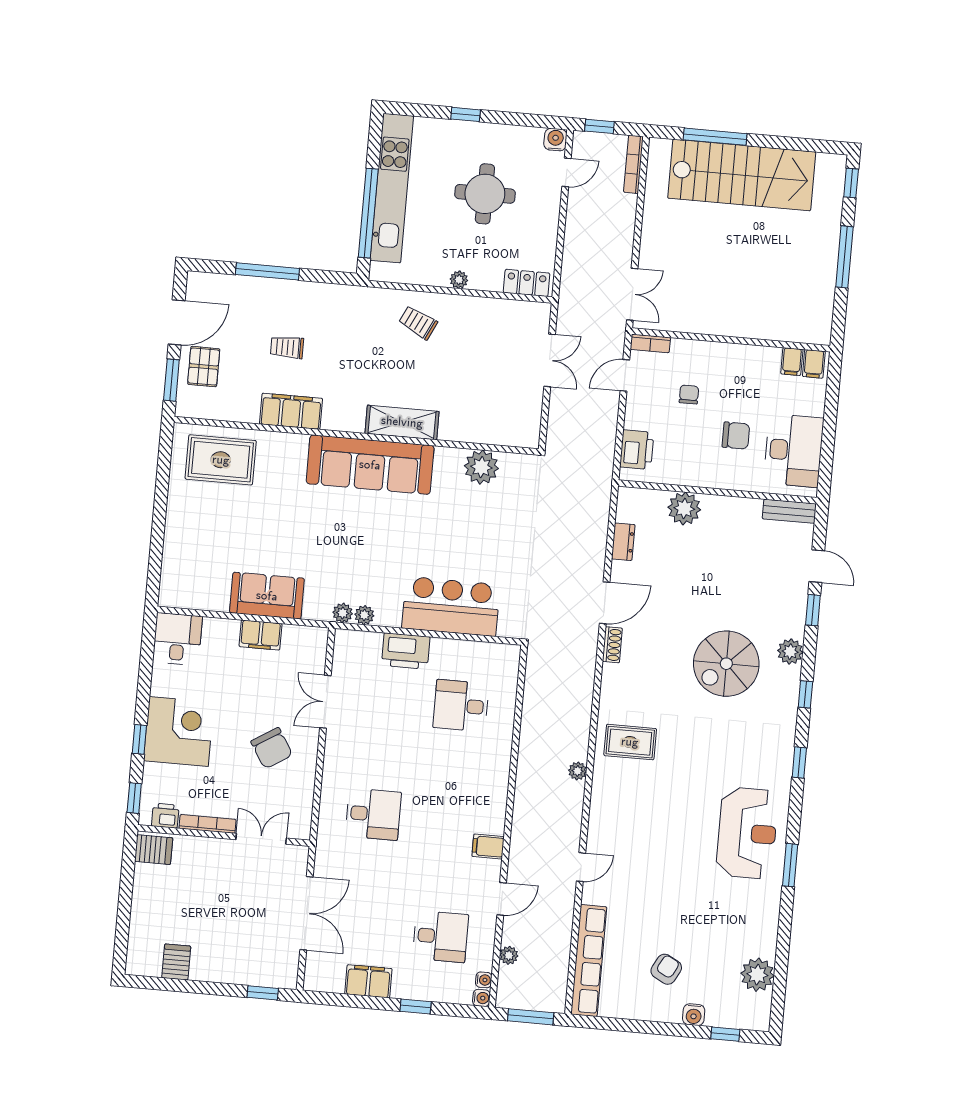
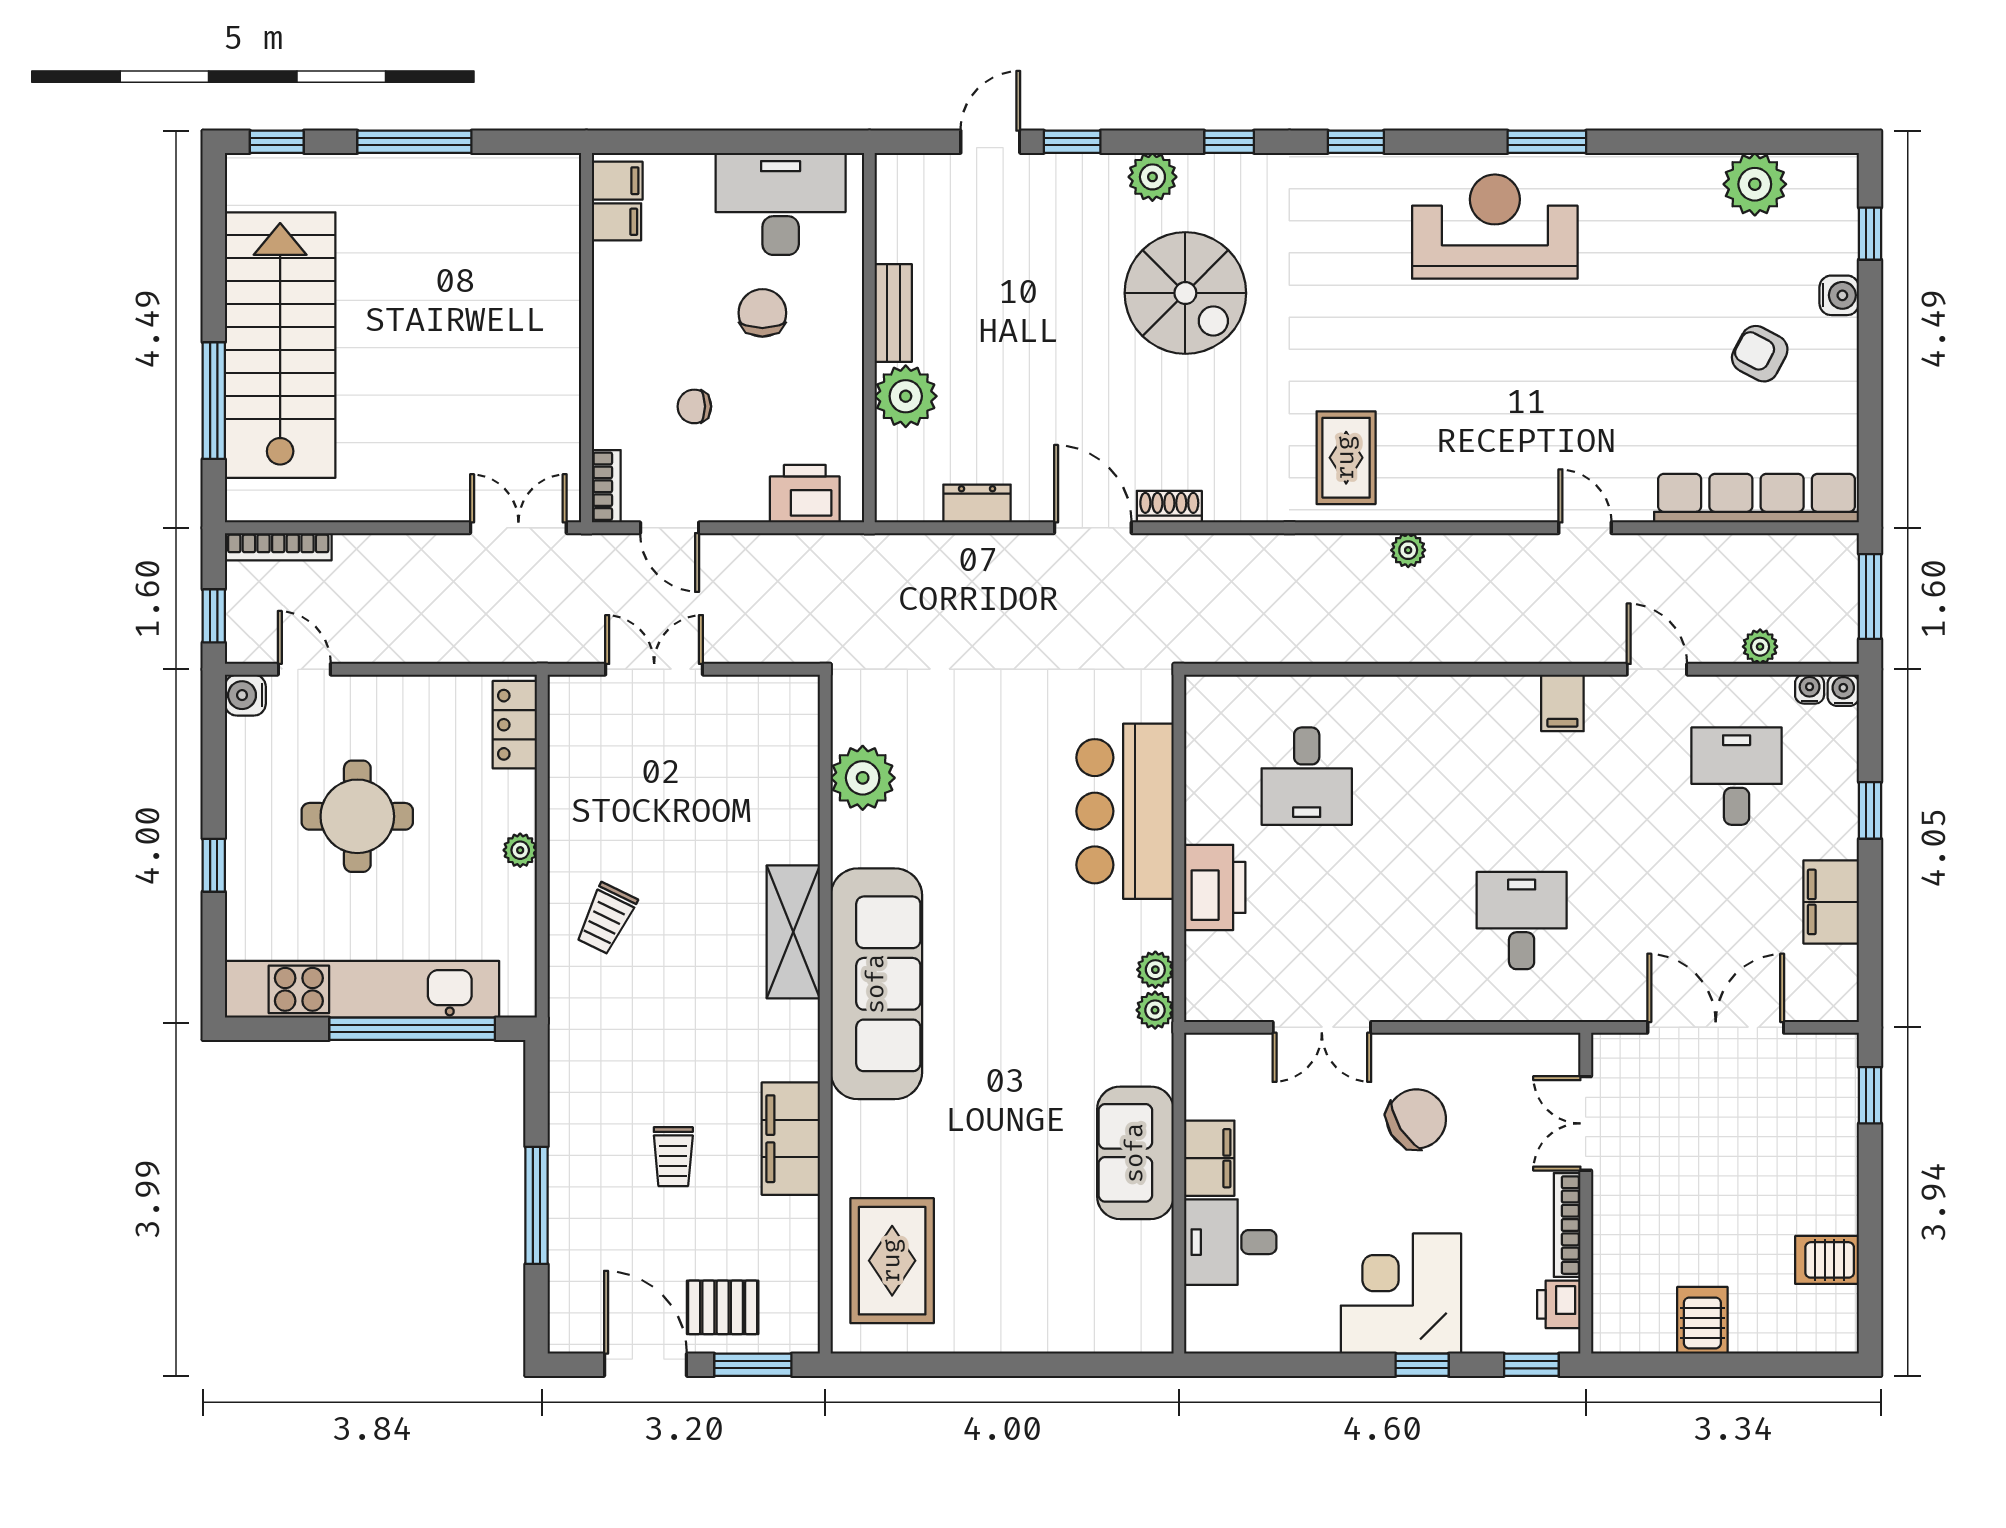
bench: (789, 511) -> (893, 313), moved
desk: (177, 639) -> (1230, 1242), moved
server rack: (154, 850) -> (1702, 1320), moved

